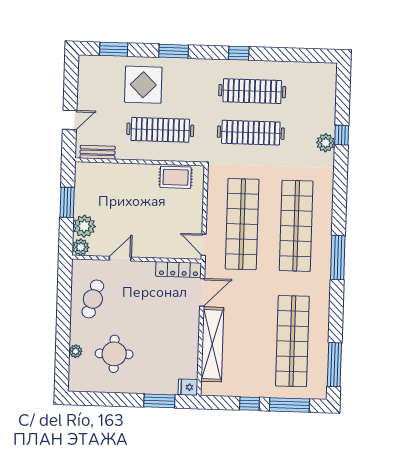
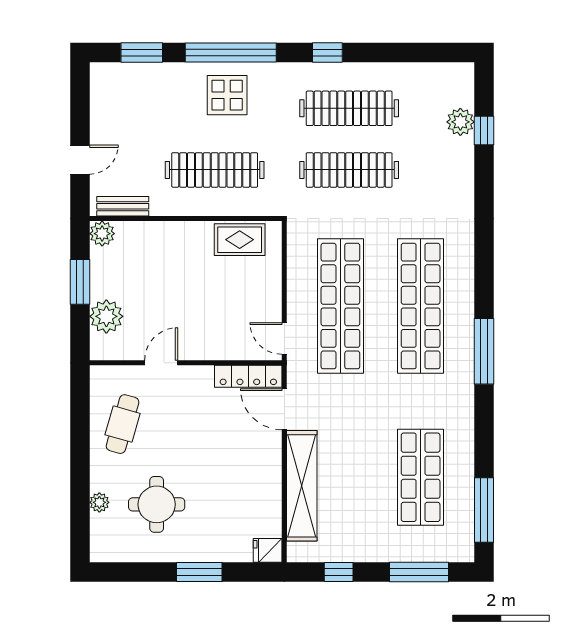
window: (174, 51) -> (231, 53), width x2.11
display table: (143, 85) -> (227, 95), moved, width x0.73, depth x0.73
window: (342, 135) -> (484, 130), moved
plant: (326, 143) -> (460, 122), moved
plant: (81, 247) -> (102, 234), moved
door: (202, 292) -> (284, 409), swing flipped
shop shelf: (292, 341) -> (421, 477), width x0.71
window: (159, 401) -> (199, 572), moved
window: (250, 404) -> (339, 572), moved

